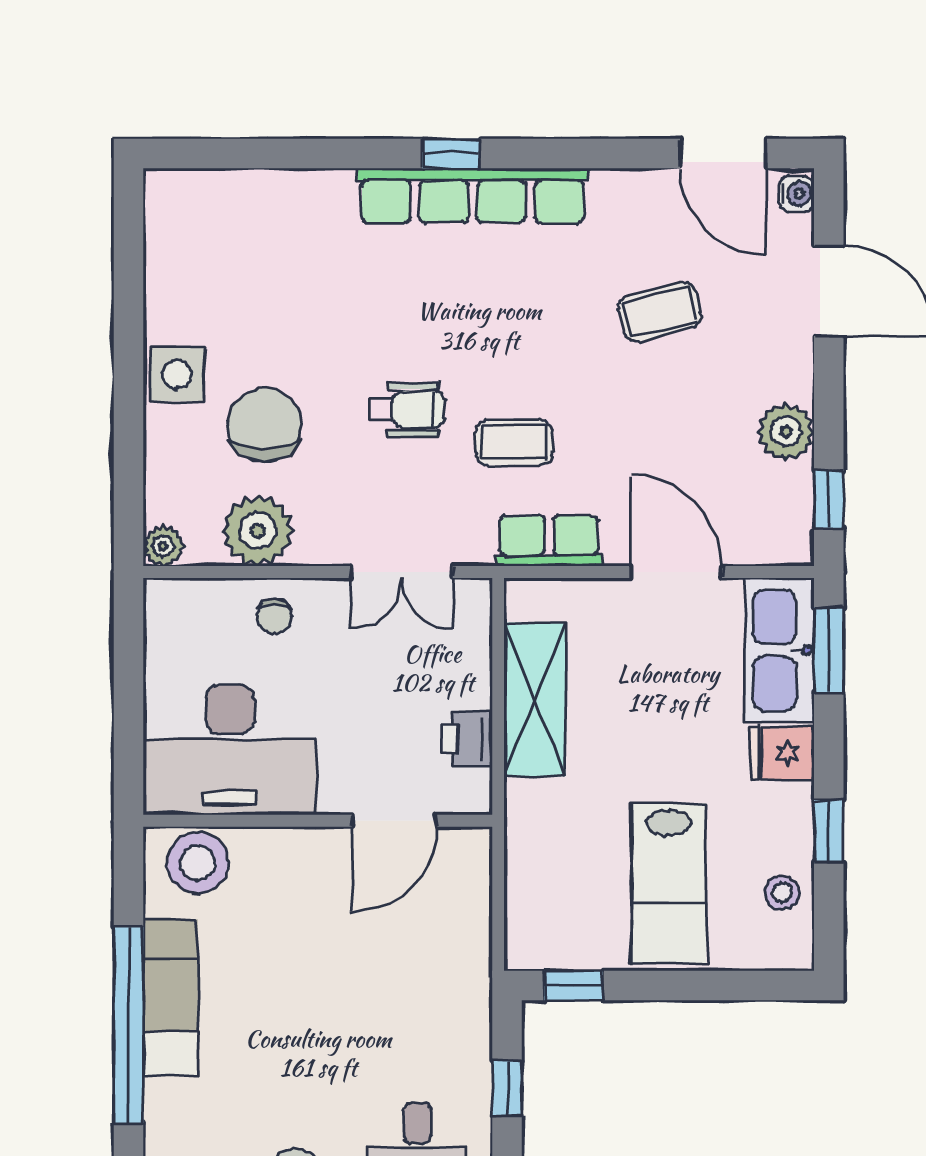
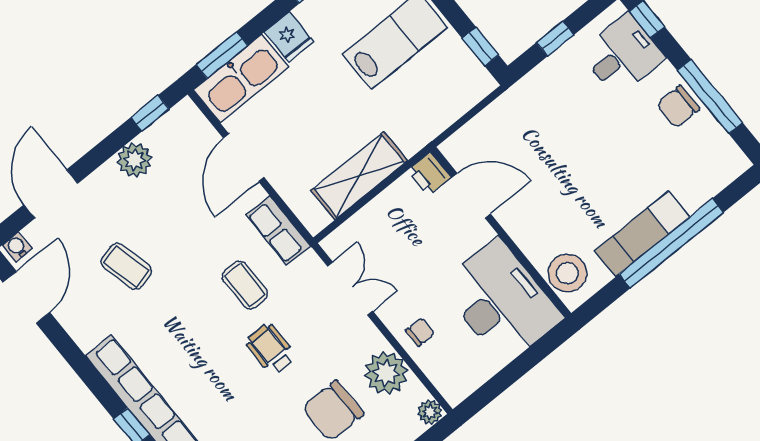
printer: (468, 739) -> (429, 174), moved, turned 90

